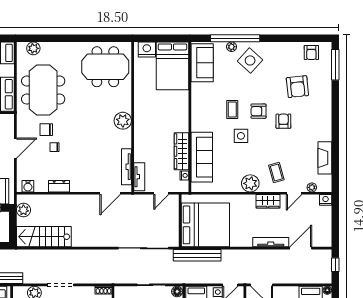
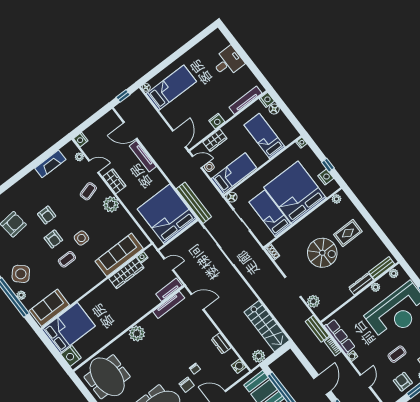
armchair: (283, 121) -> (47, 215), turned -90

